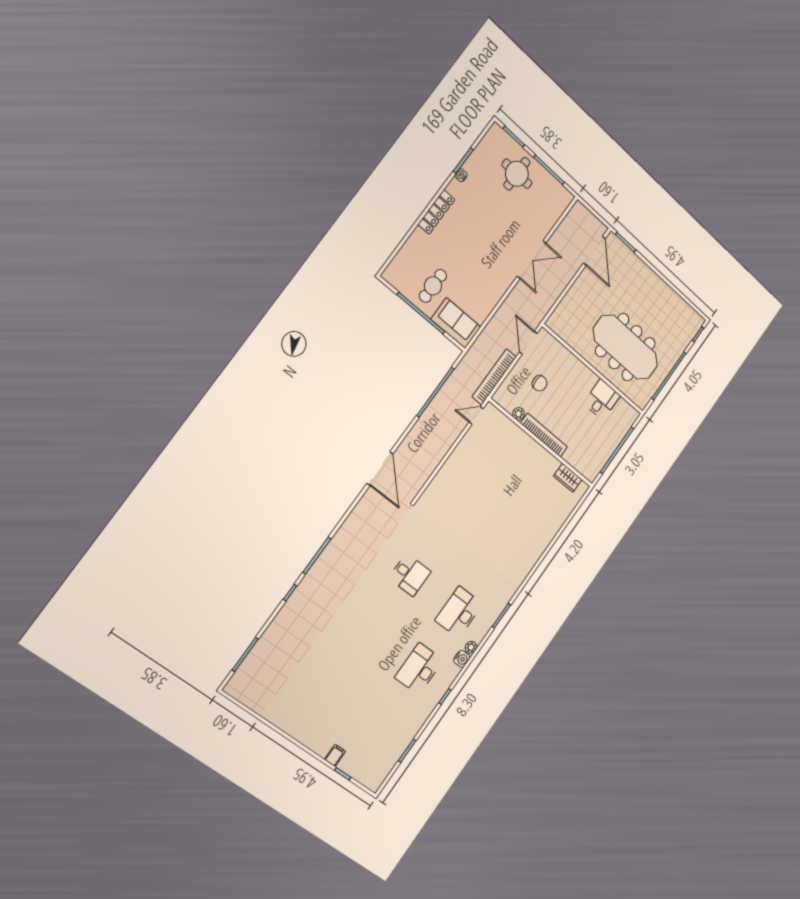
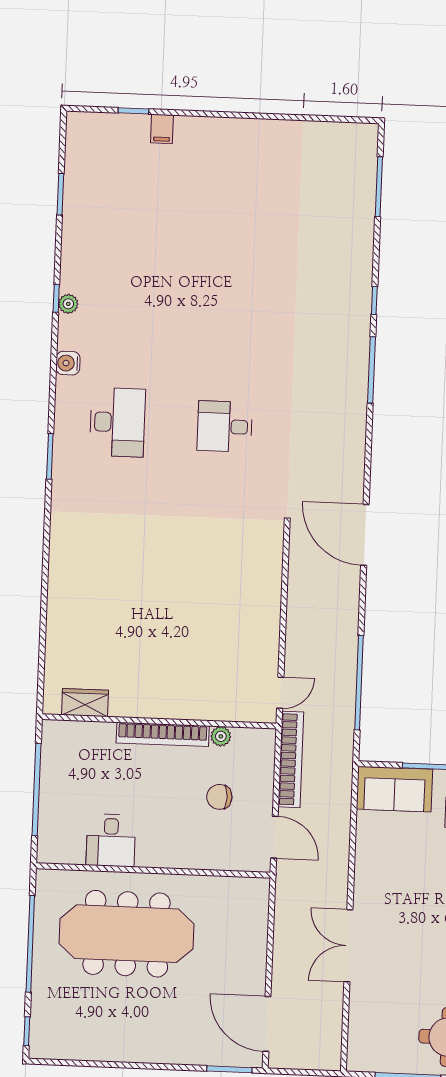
plant: (471, 647) -> (68, 304), moved
desk: (419, 669) -> (122, 312), removed

